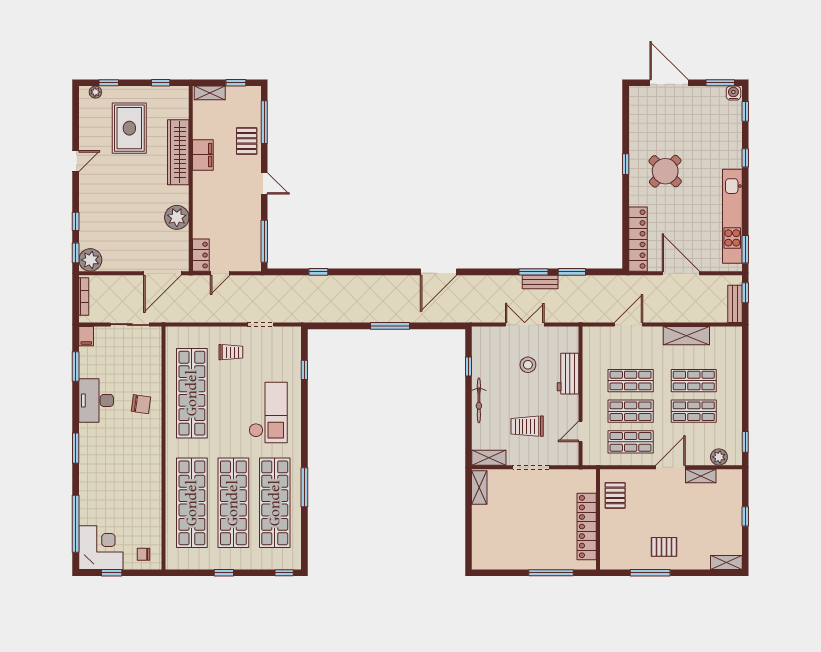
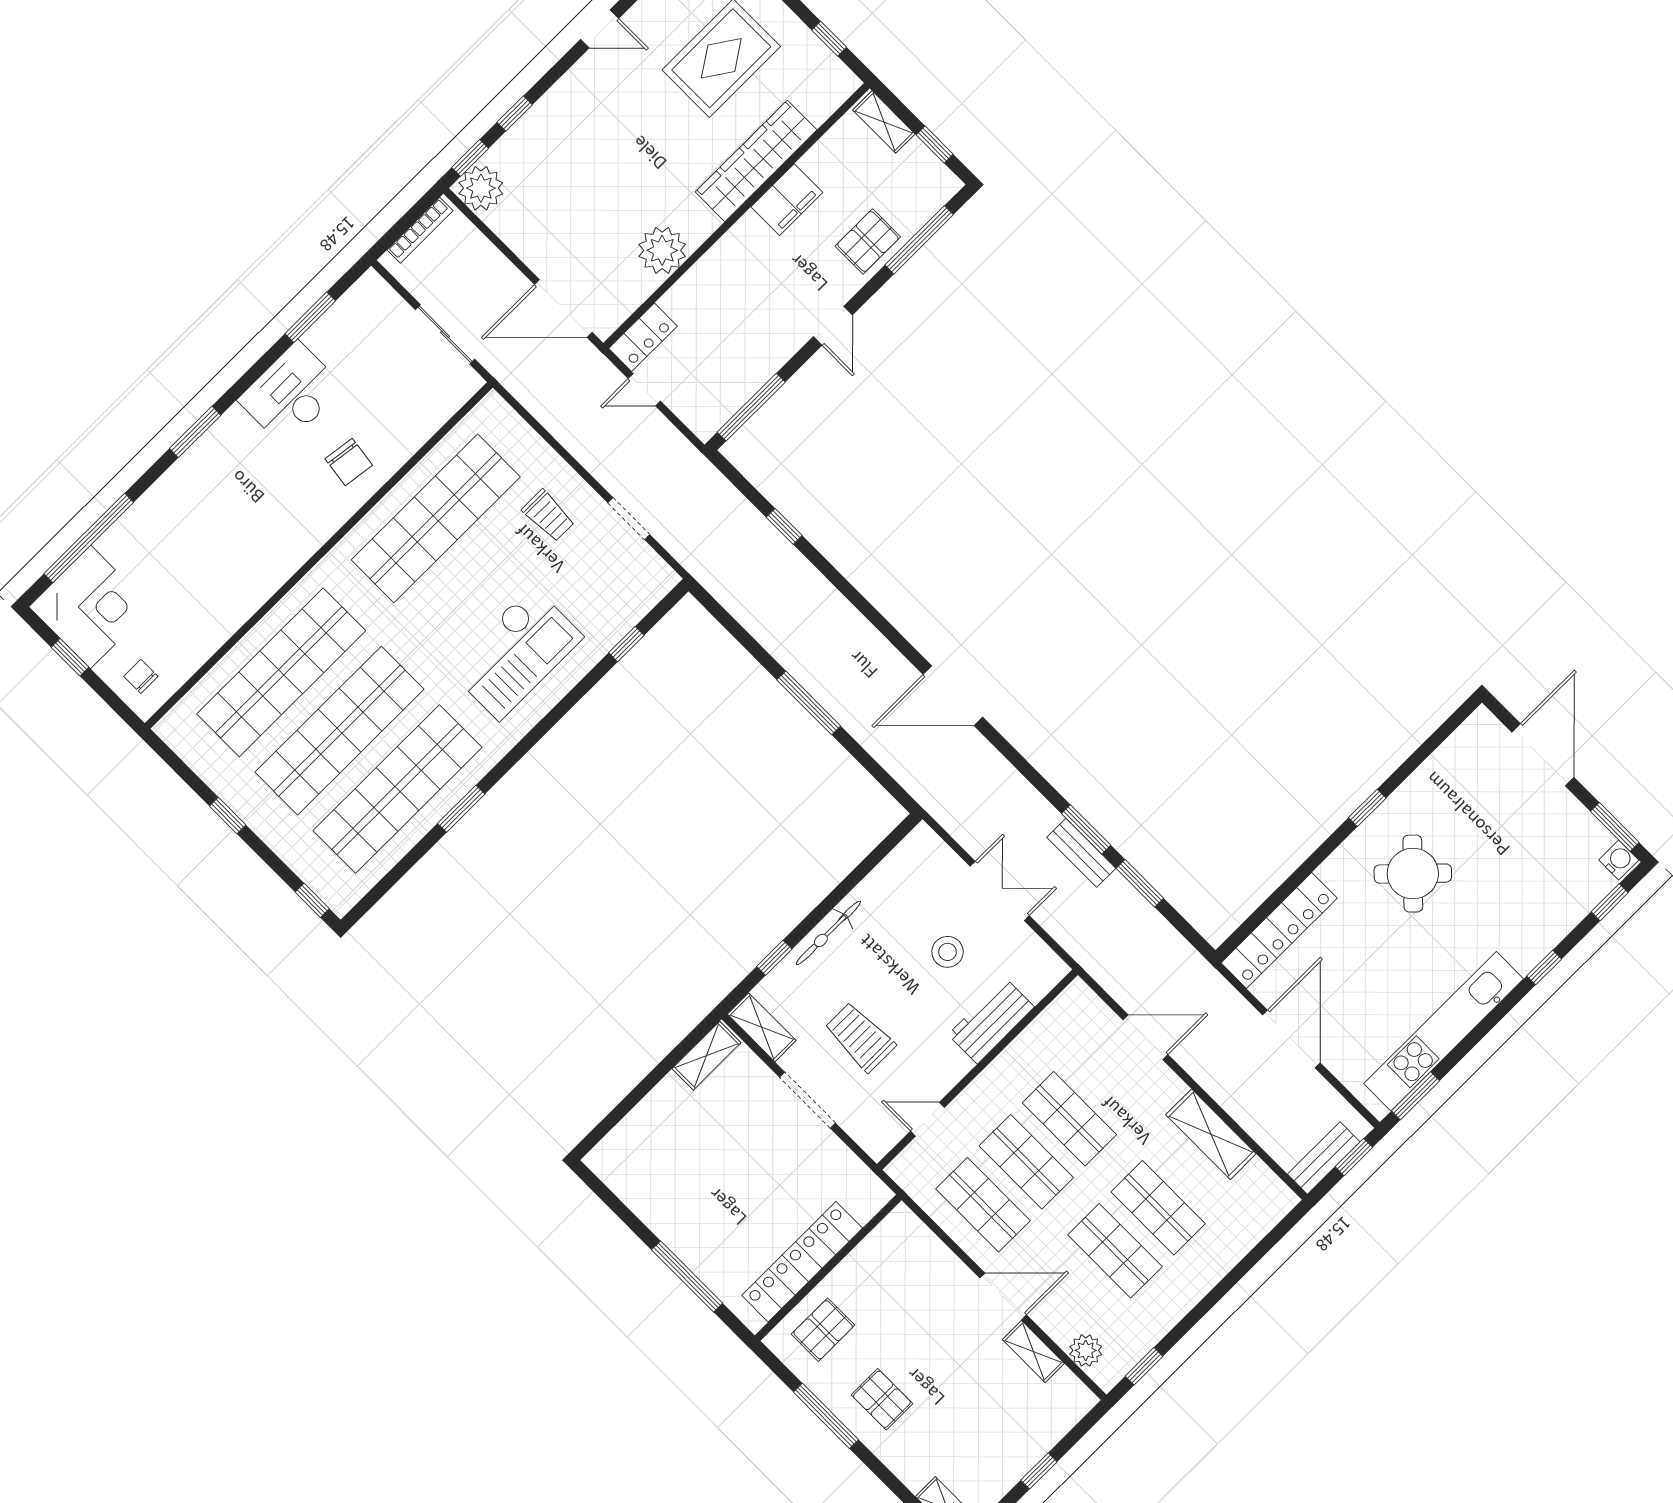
filing cabinet: (86, 336) -> (368, 289), removed
window: (469, 367) -> (774, 958), moved
window: (304, 487) -> (461, 809), width x0.69
pallet: (615, 495) -> (823, 1330), moved

